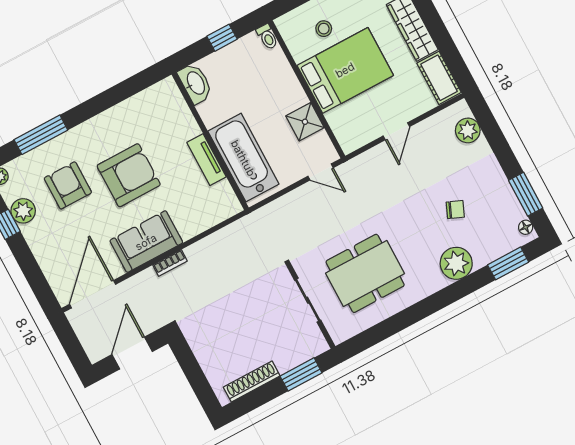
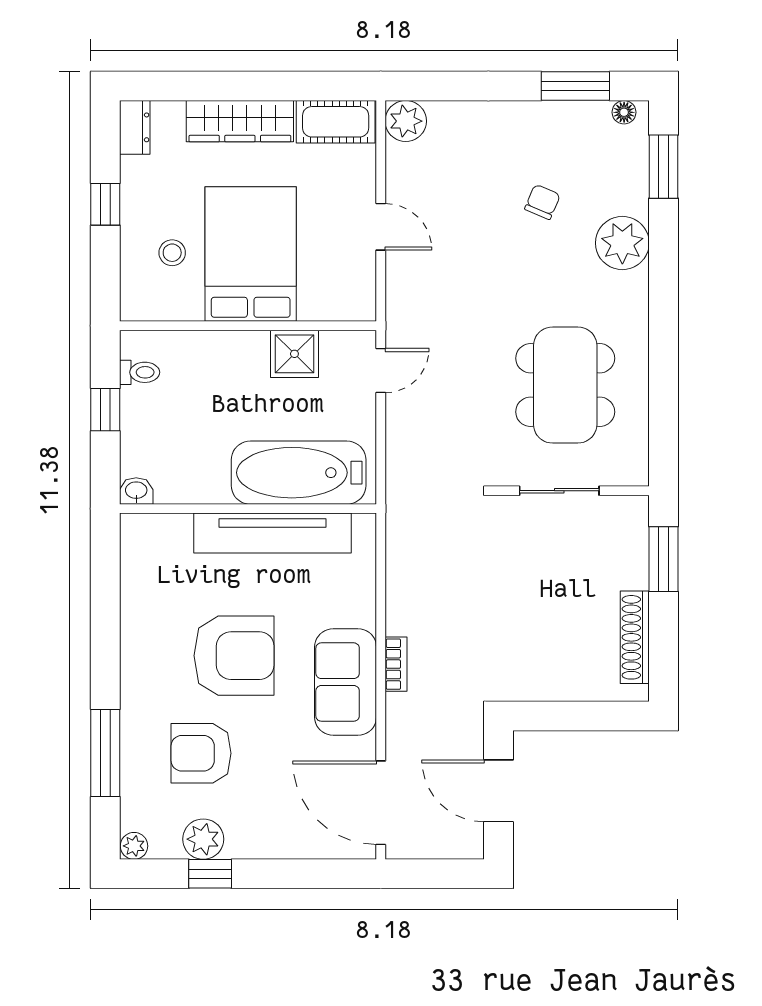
toilet: (267, 37) -> (140, 372), moved
washbasin: (195, 83) -> (136, 491), width x0.52, depth x0.69
plant: (468, 130) -> (406, 121), moved
tv unit: (207, 160) -> (272, 533), width x1.92, depth x1.29
armchair: (129, 175) -> (234, 656), turned 90

